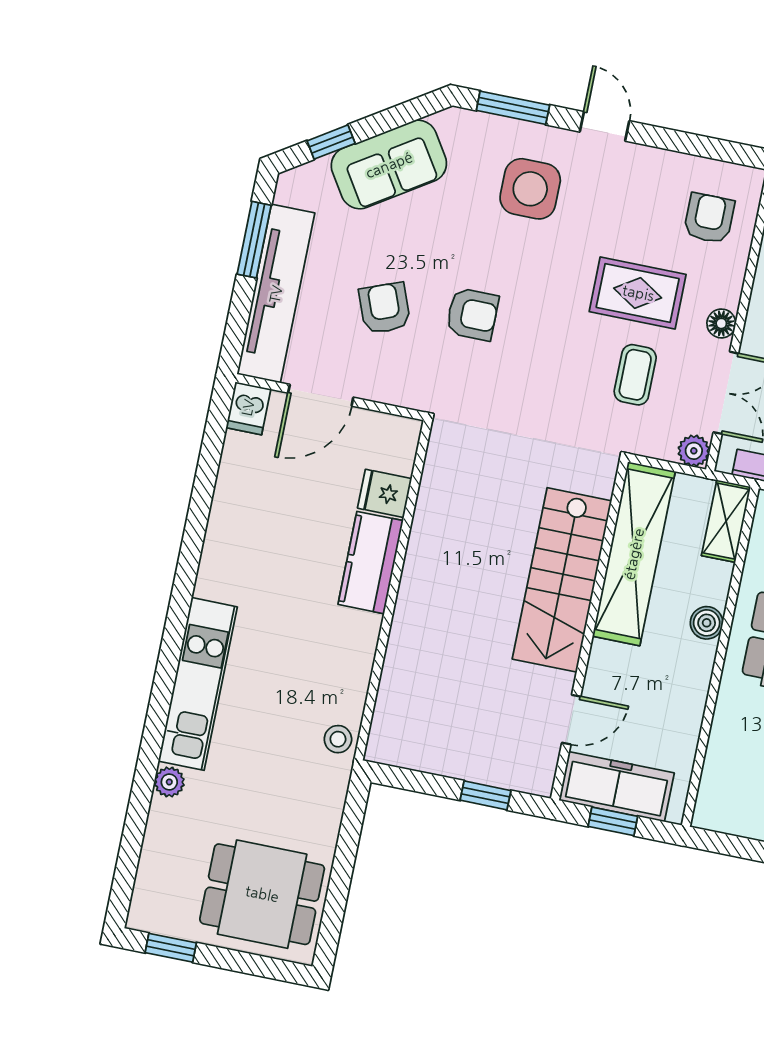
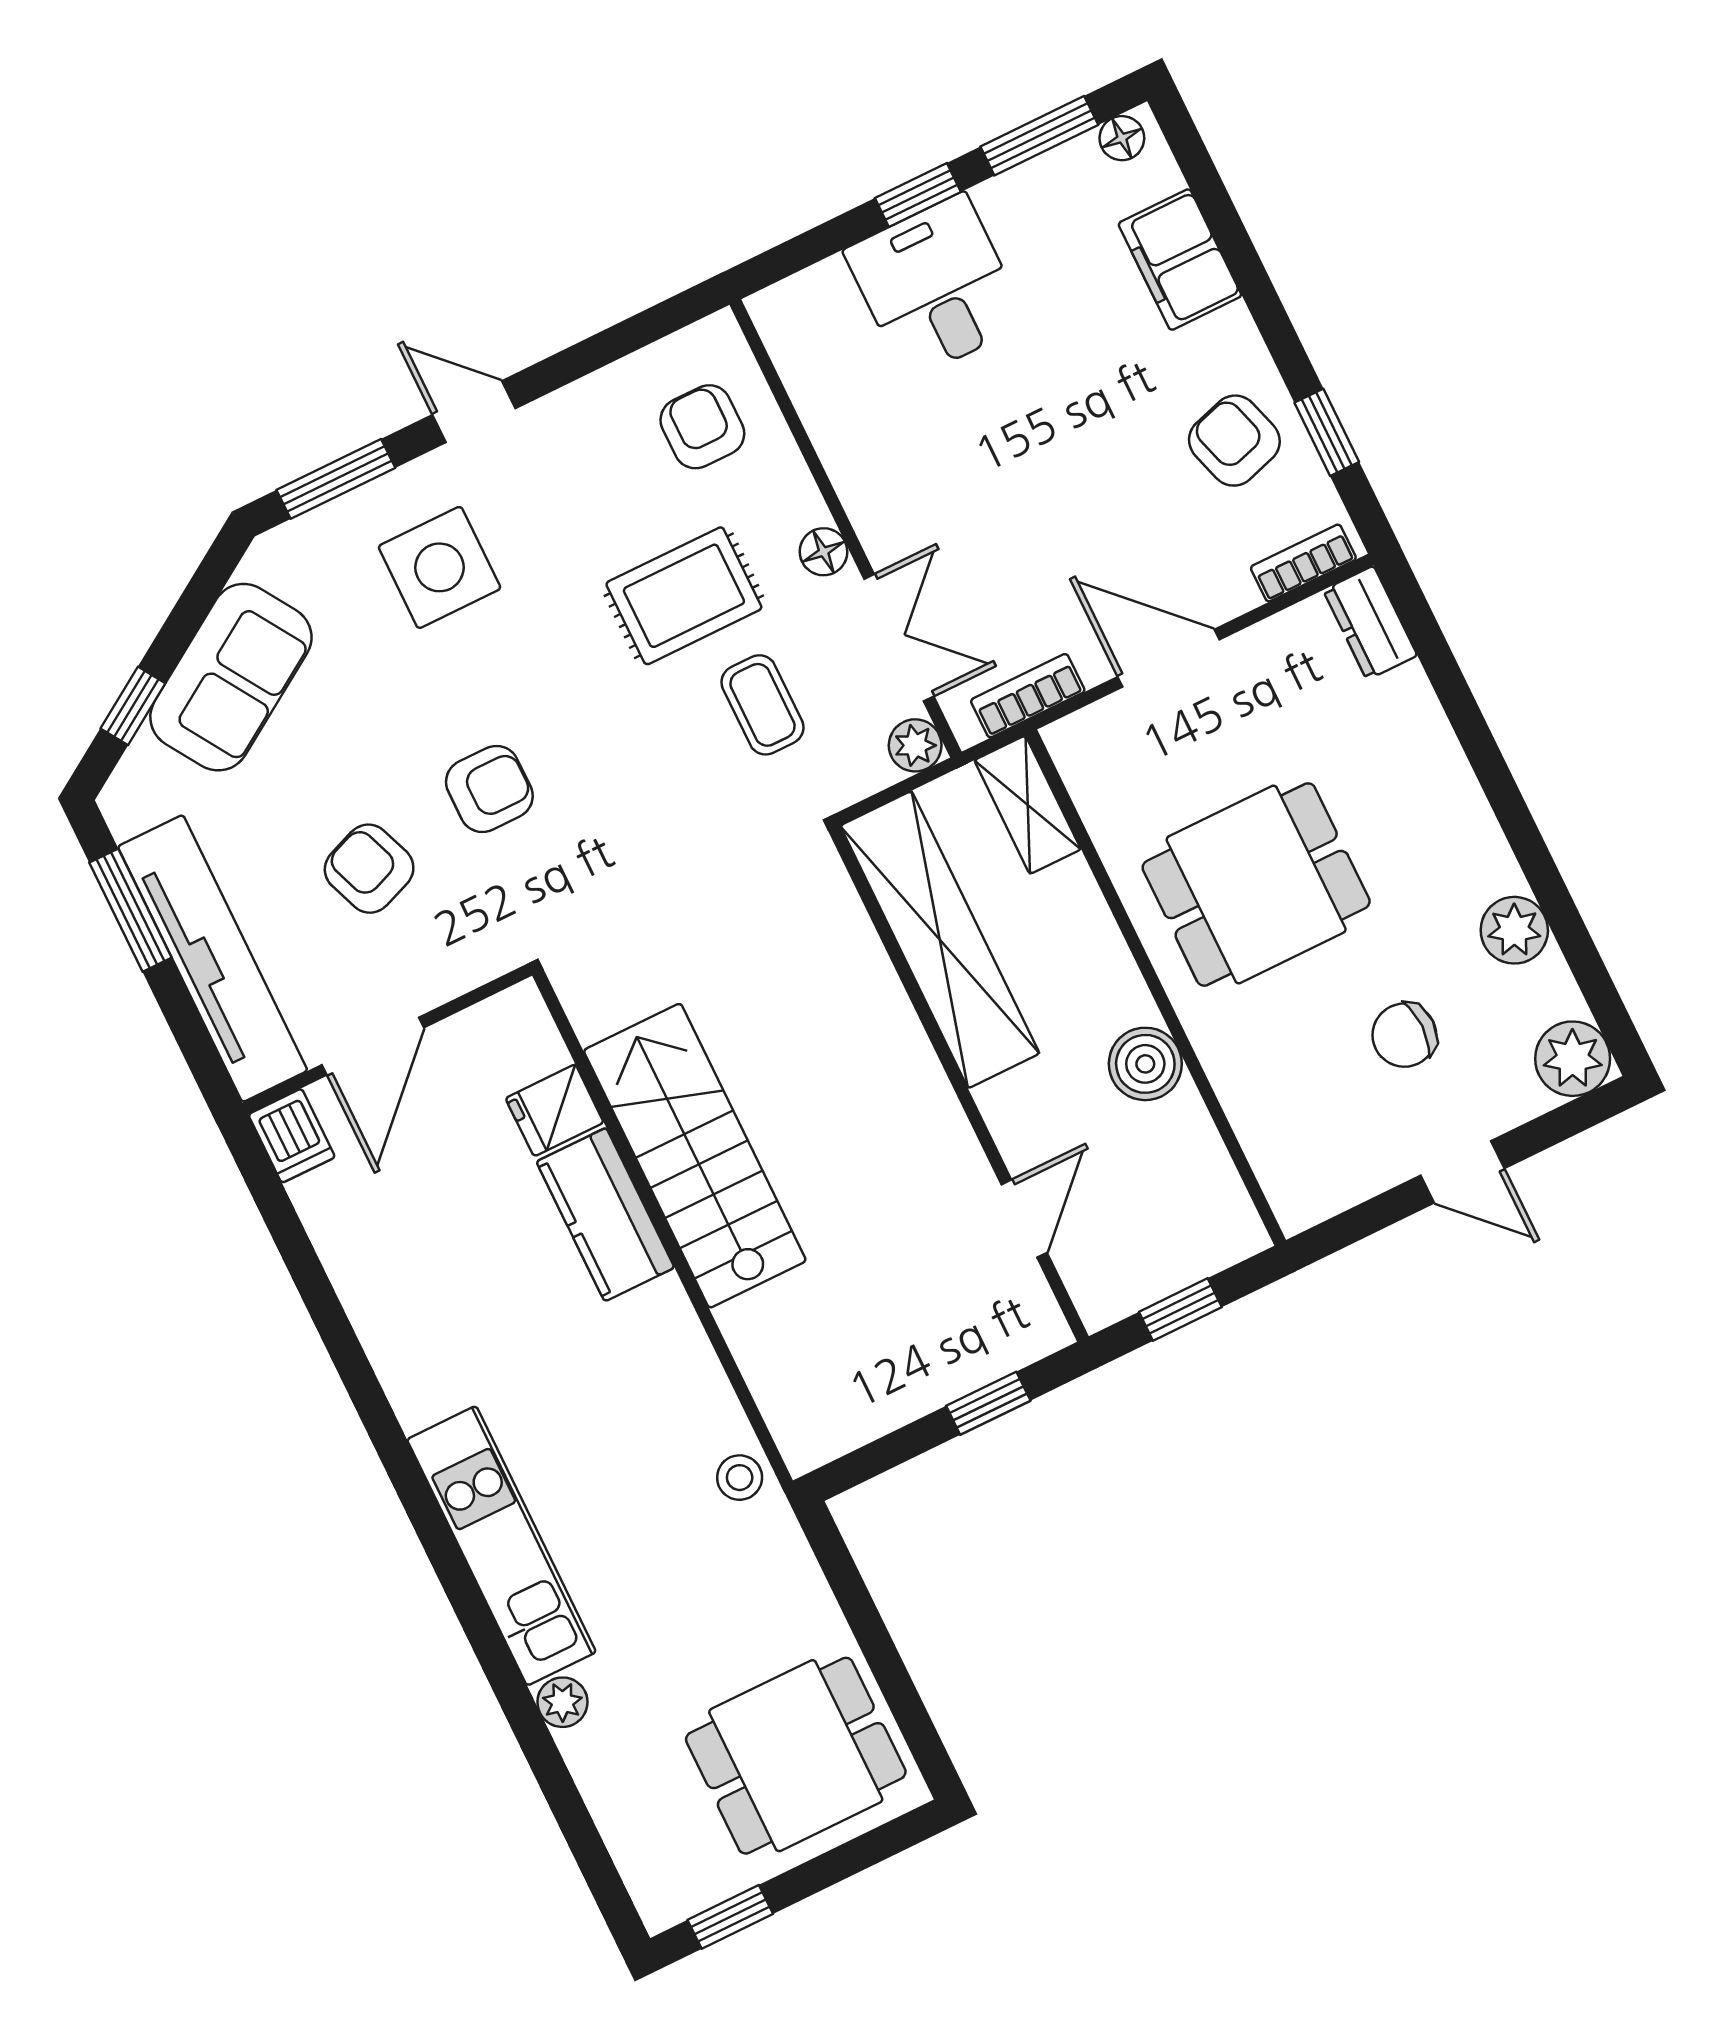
stairs: (562, 580) -> (695, 1156), moved, turned 180
boiler: (707, 623) -> (1145, 1064), moved, width x1.36, depth x1.36
freezer: (617, 787) -> (1151, 1260), removed

